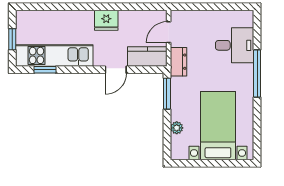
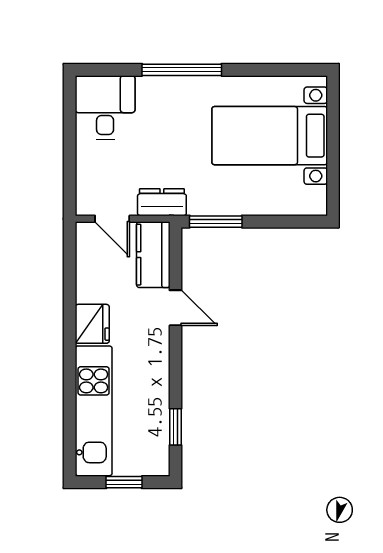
desk: (235, 45) -> (105, 108), moved
kitchen unit: (54, 55) -> (94, 411), moved, turned 180
plant: (177, 128) -> (273, 205), removed

